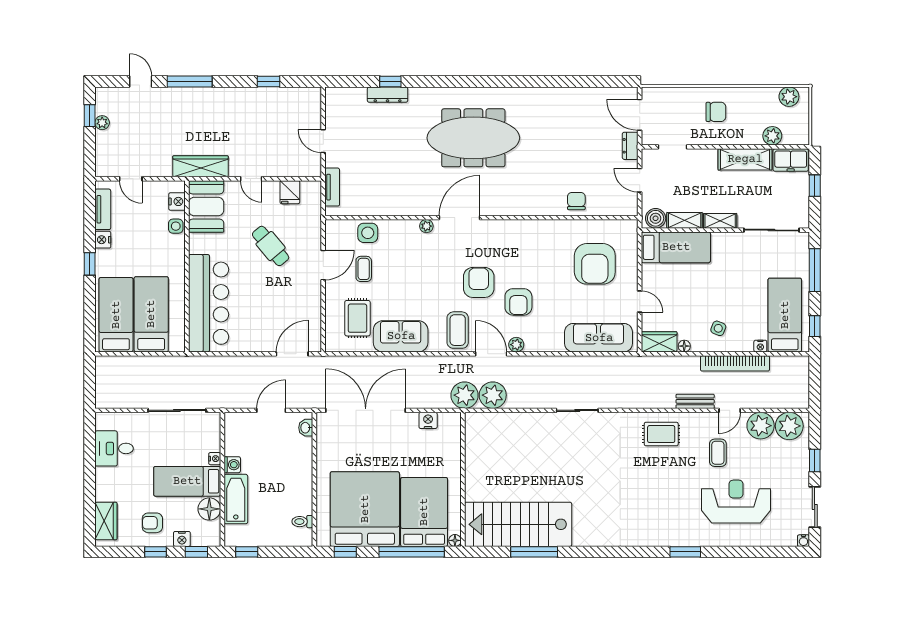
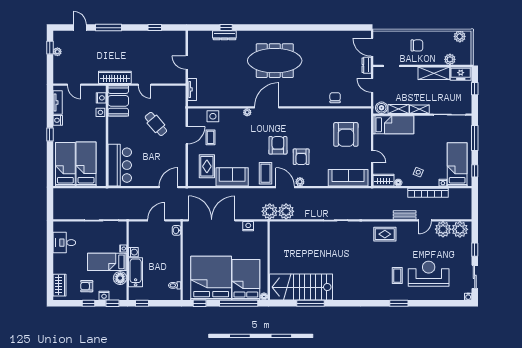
fridge: (290, 192) -> (167, 92), removed
bar counter: (209, 303) -> (120, 165), width x0.73
coffee table: (718, 453) -> (397, 276), moved

